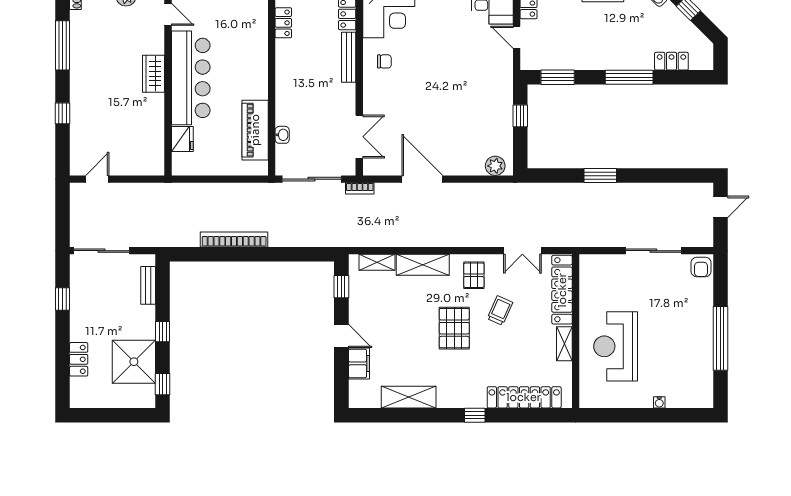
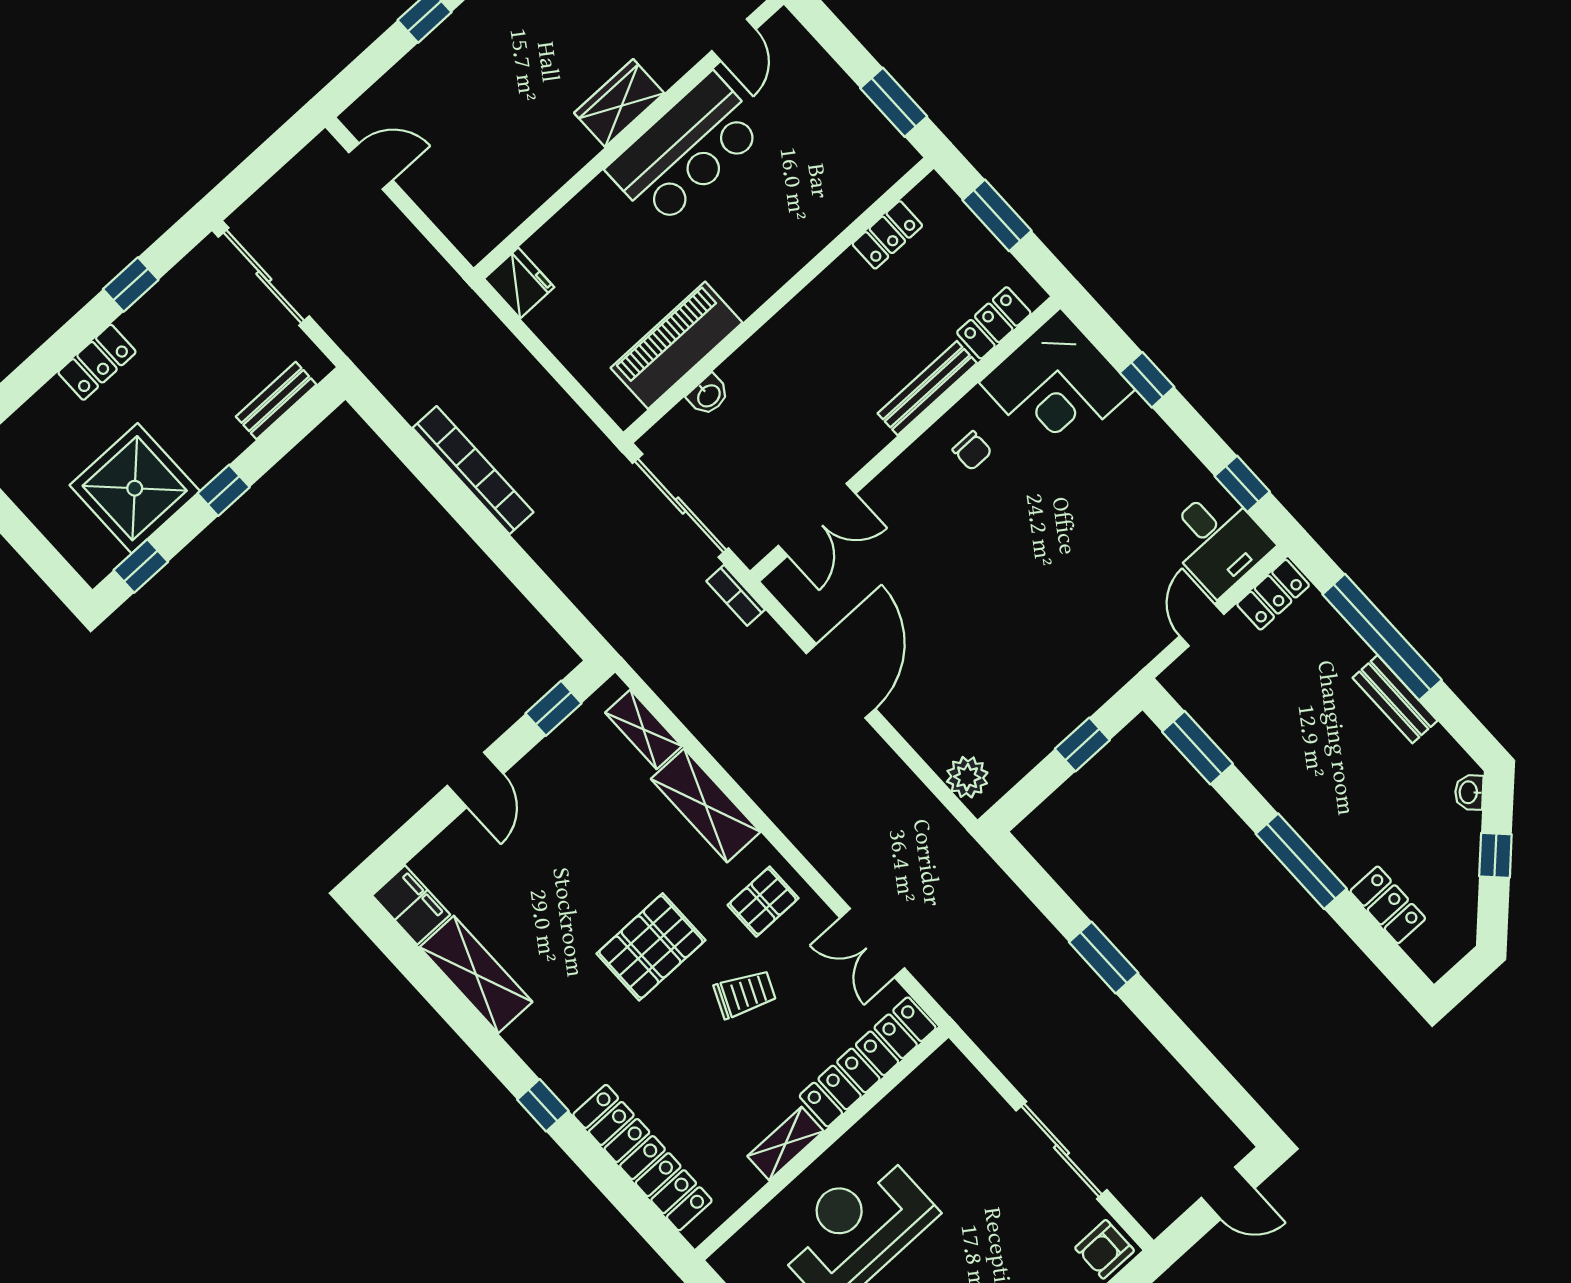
bar counter: (191, 78) -> (686, 150), width x0.73
fridge: (182, 139) -> (519, 283), moved, turned -90
locker: (79, 359) -> (97, 362), moved
filing cabinet: (359, 363) -> (411, 905), moved, turned -90

